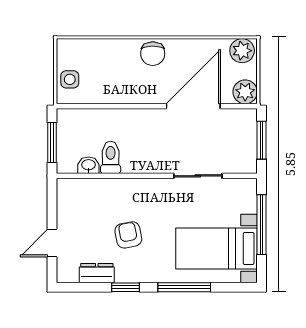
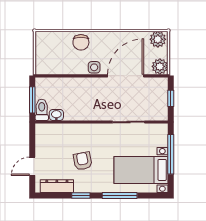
chair: (153, 54) -> (81, 42), moved
side table: (70, 79) -> (94, 67), moved
window: (262, 140) -> (171, 98), width x0.67
toilet: (111, 157) -> (42, 110), moved
dresser: (97, 273) -> (57, 186), width x1.44

